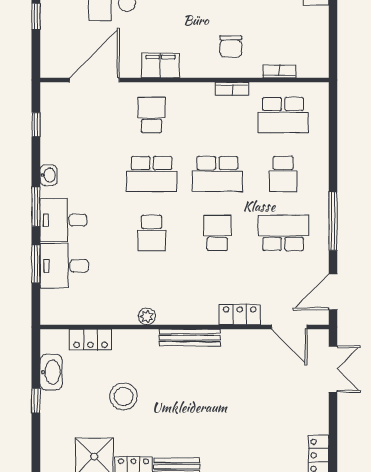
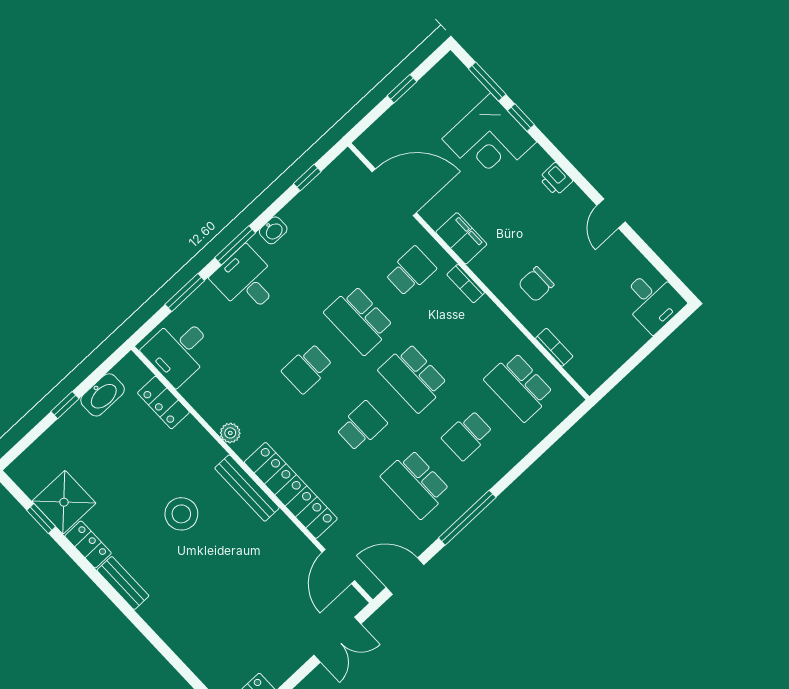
bookcase: (232, 89) -> (466, 284), moved
school desk: (283, 233) -> (416, 484), turned 180
desk: (64, 266) -> (179, 350), moved, turned -90
locker: (240, 315) -> (291, 490), width x2.16, depth x1.21
stool: (124, 396) -> (181, 514), moved

